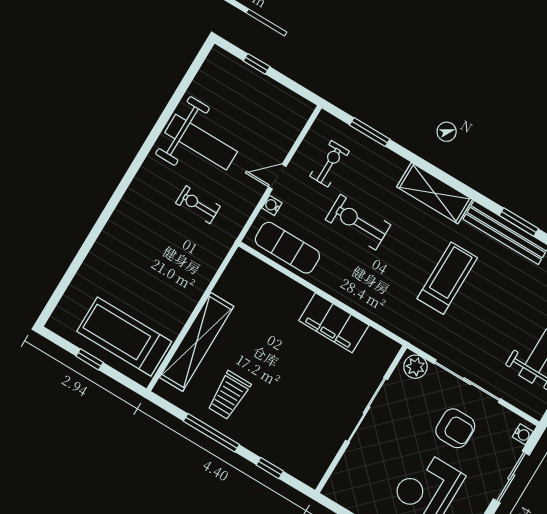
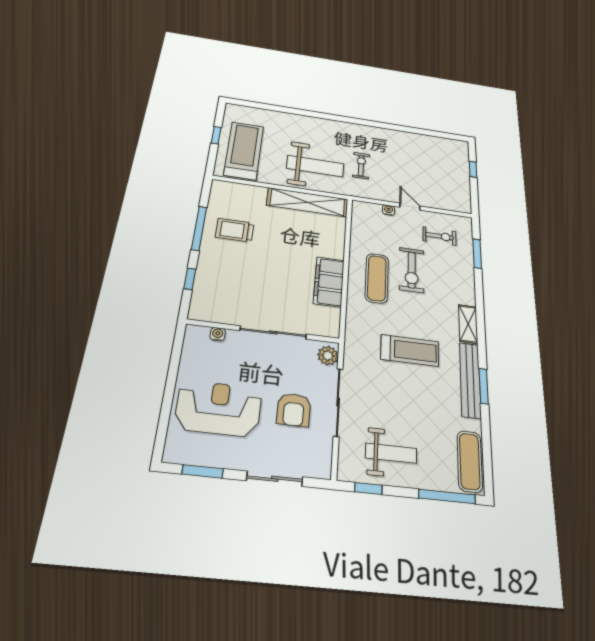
weight bench: (201, 142) -> (315, 166), moved, turned -90
shelving: (435, 193) -> (468, 324), width x0.67, depth x0.75
exercise bike: (358, 222) -> (412, 270), turned 180
exercise mat: (287, 248) -> (377, 278), moved
shelving: (197, 342) -> (308, 202), moved
water cooler: (523, 434) -> (218, 334), moved, turned 180

